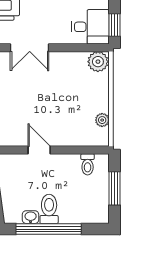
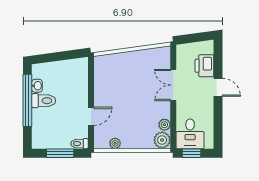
plant: (79, 59) -> (164, 125), added
door: (39, 150) -> (91, 116), moved
toilet: (88, 164) -> (79, 144), moved

